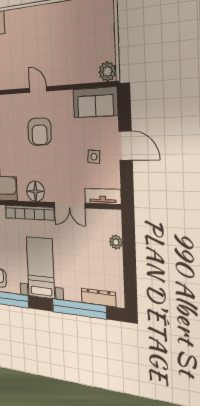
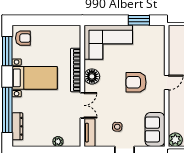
double door: (69, 205) -> (82, 105), swing flipped

